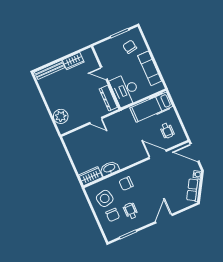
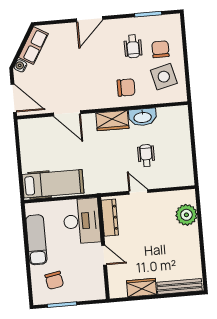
wheelchair: (167, 131) -> (146, 155), moved
wardrobe: (91, 176) -> (112, 121), moved

